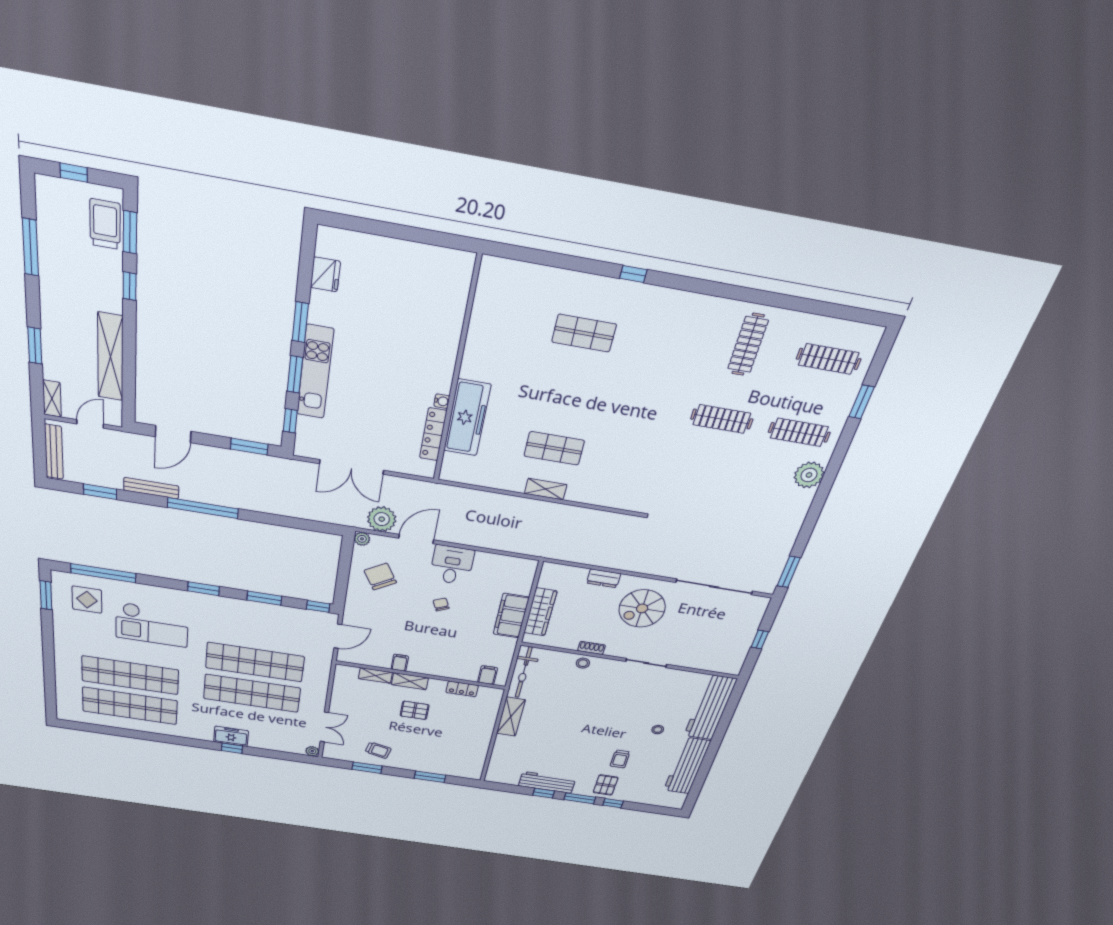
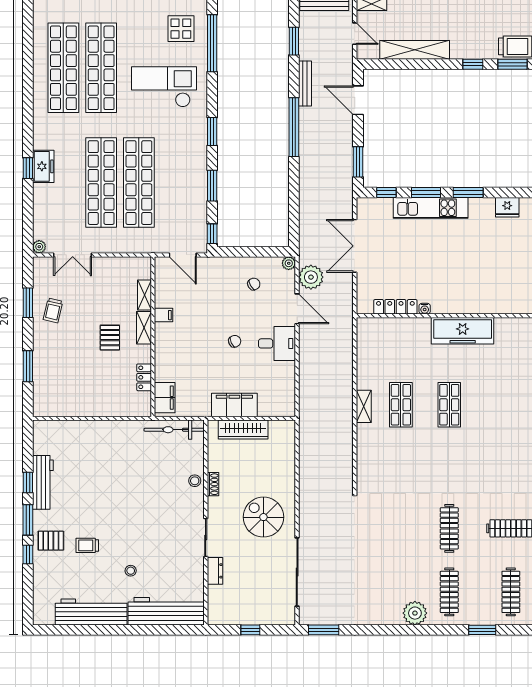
shop shelf: (584, 333) -> (449, 405), moved
freezer: (467, 418) -> (463, 331), moved
chair: (380, 577) -> (254, 284), width x0.54, depth x0.54
dresser: (604, 578) -> (215, 571), moved, turned 180
checkout: (152, 625) -> (164, 87), turned 90
filing cabinet: (488, 675) -> (165, 398), width x2.00
shelving: (511, 717) -> (120, 429), removed

